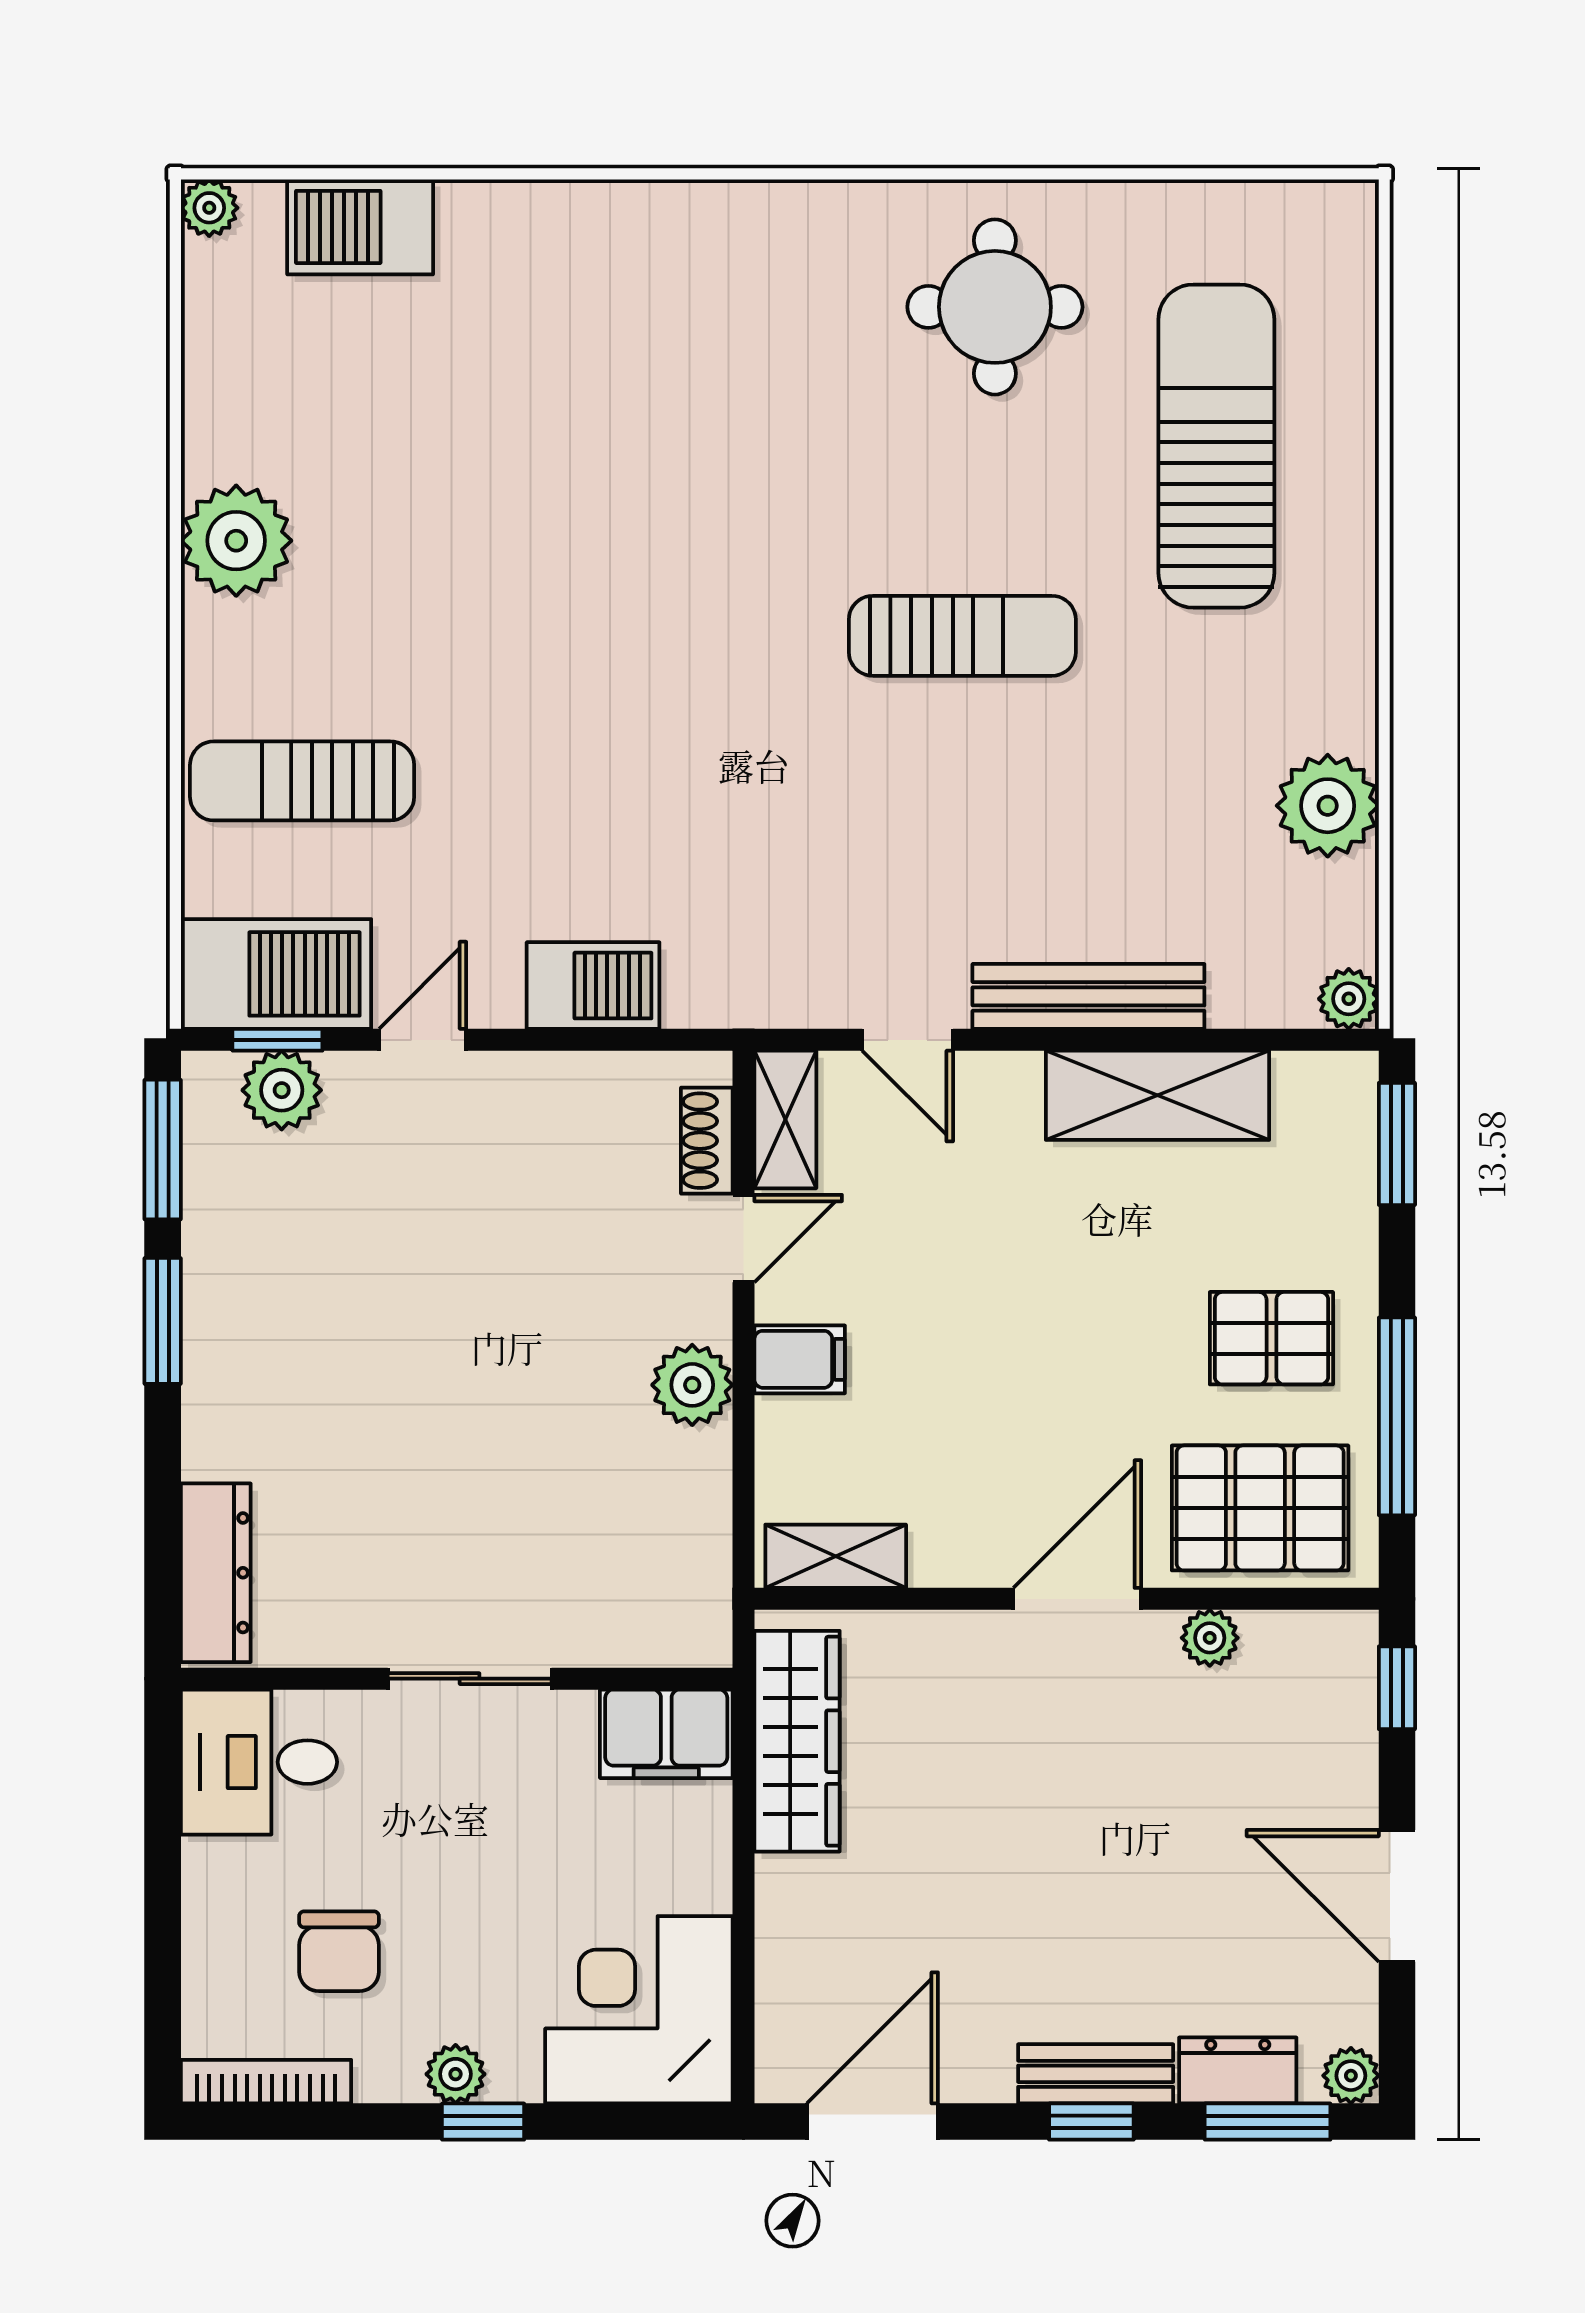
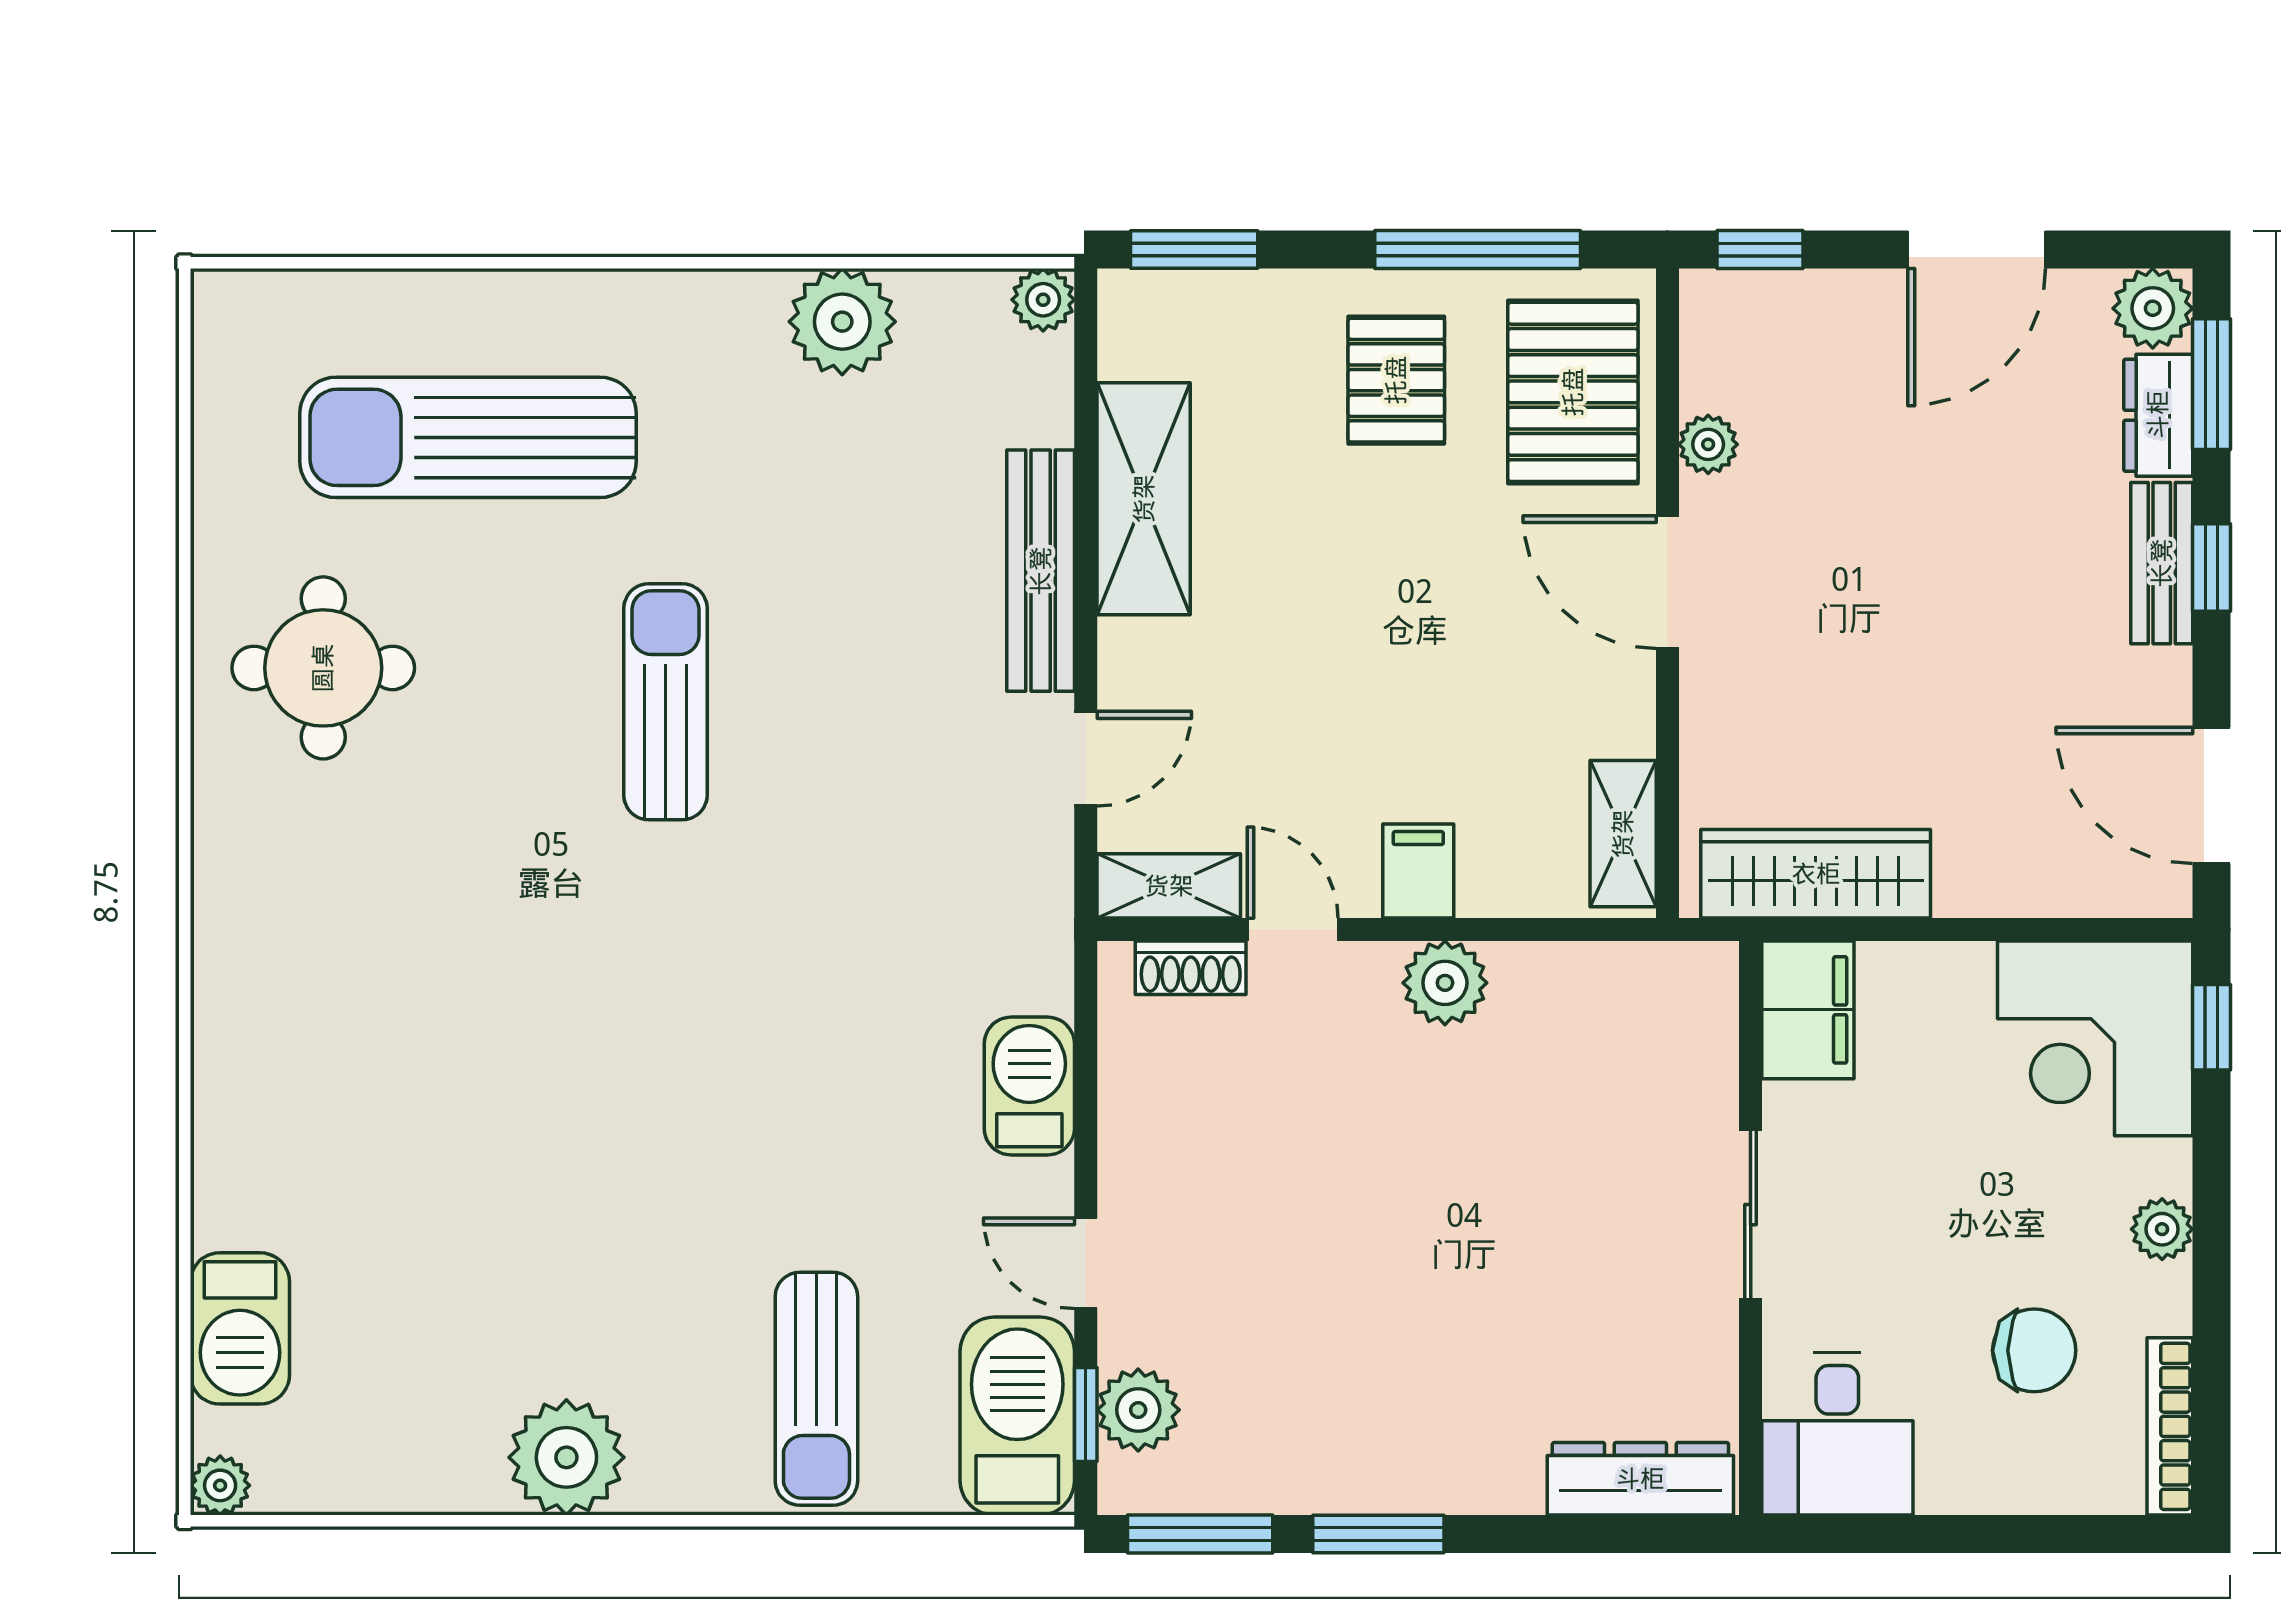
plant: (1351, 2076) -> (2153, 308), width x1.38, depth x1.38
window: (483, 2122) -> (2211, 1027), moved

